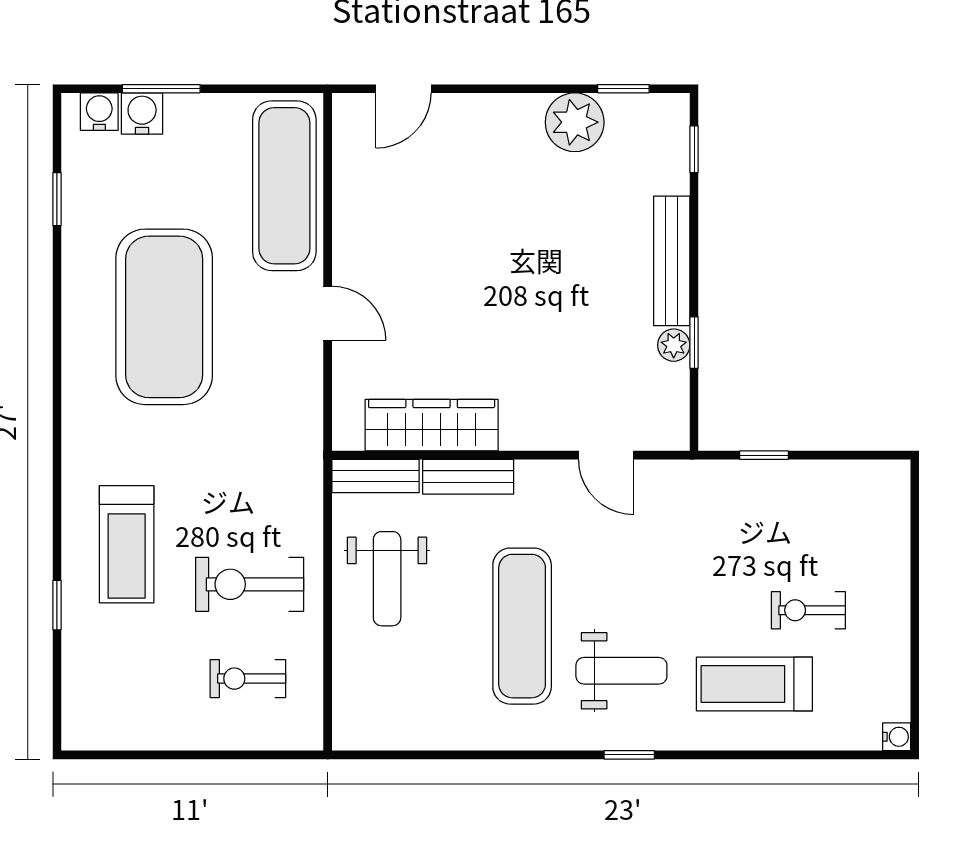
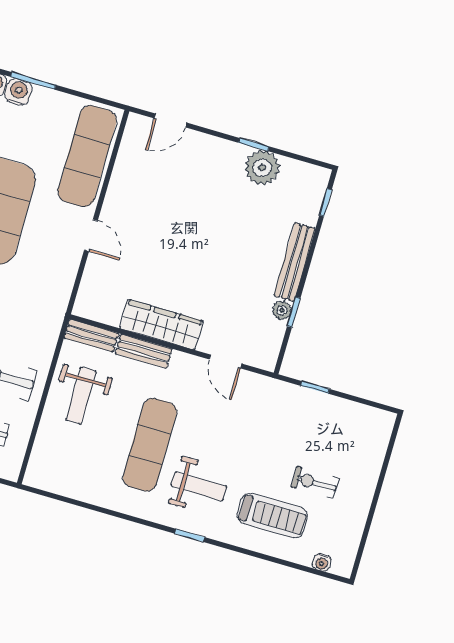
window: (623, 89) -> (254, 145), moved
wardrobe: (432, 425) -> (161, 325), moved
treadmill: (754, 684) -> (272, 516), turned 180
water cooler: (897, 737) -> (322, 562), moved, turned 90

